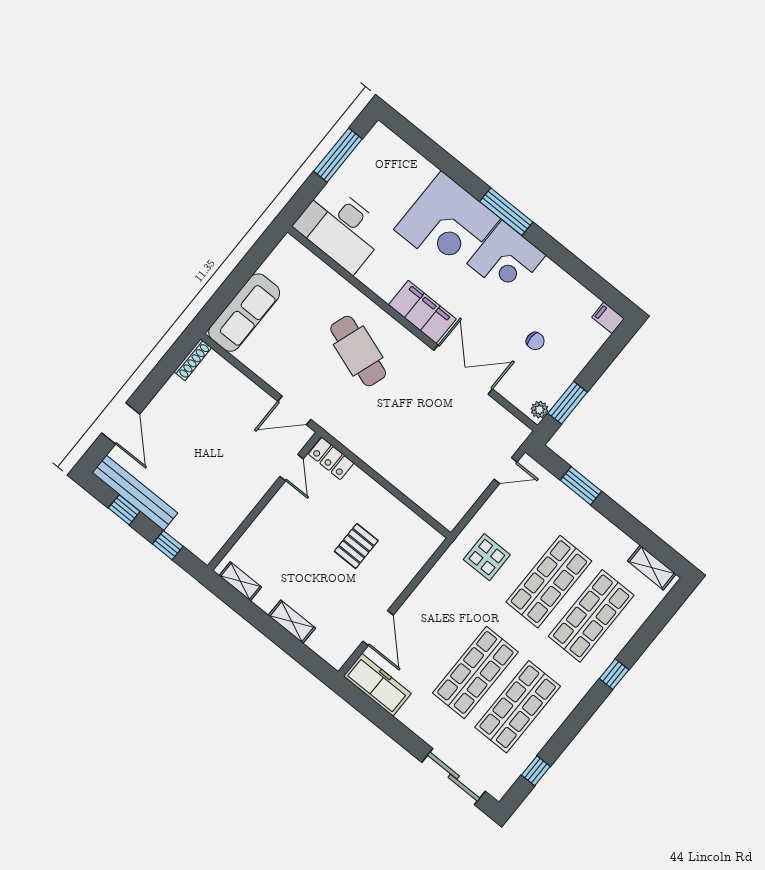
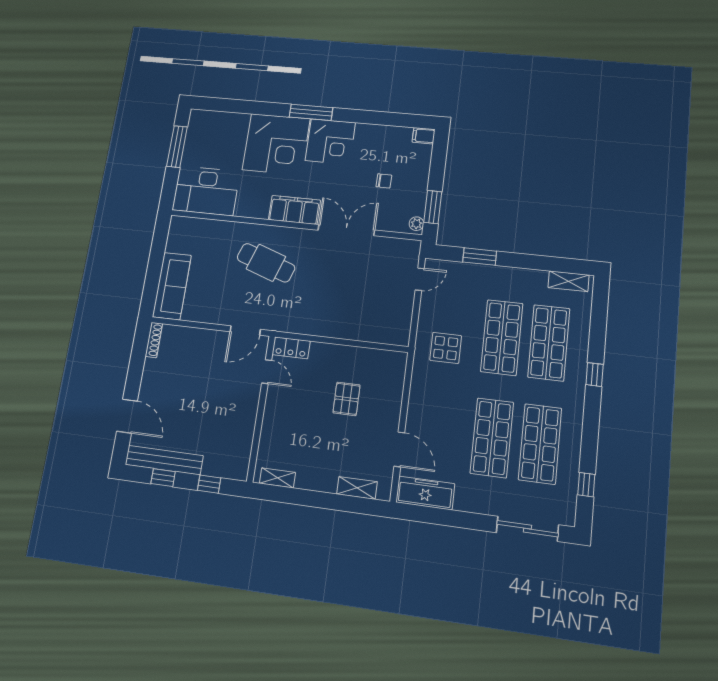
shelving: (292, 622) -> (357, 488), moved

